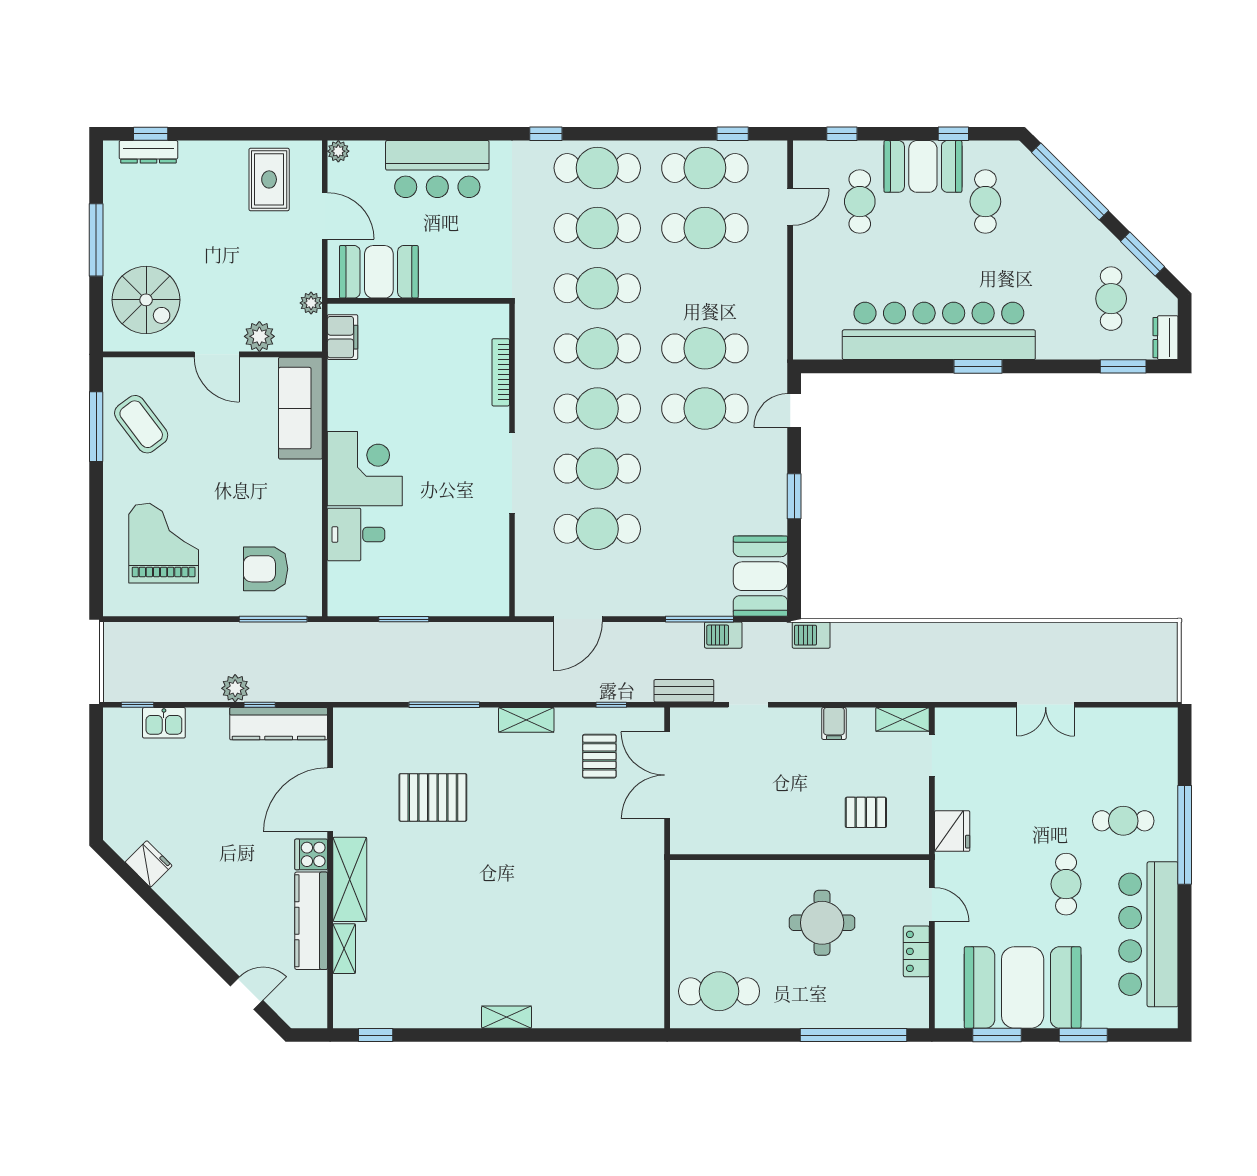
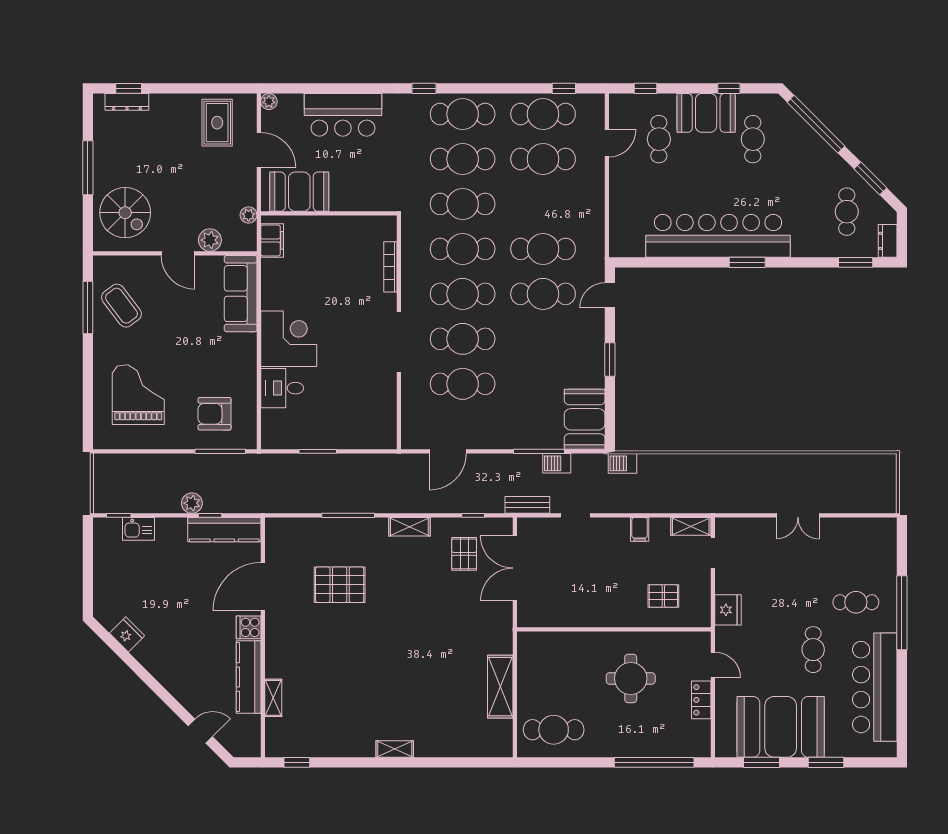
shelving: (350, 879) -> (500, 687), moved

